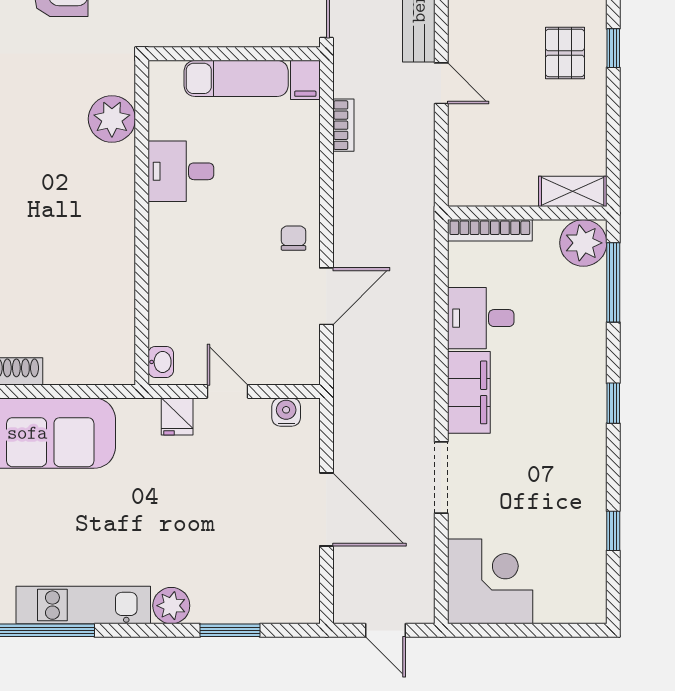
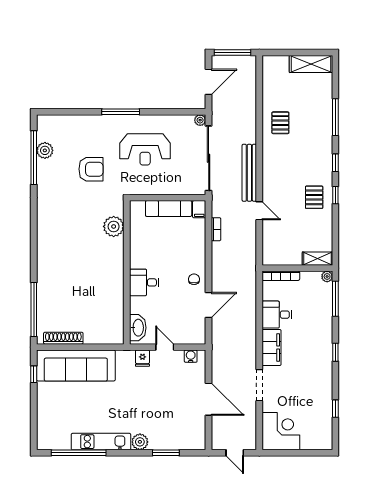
desk: (181, 171) -> (144, 282), moved
plant: (583, 243) -> (327, 276), width x0.53, depth x0.53
washbasin: (161, 362) -> (138, 328), width x1.91, depth x1.45

